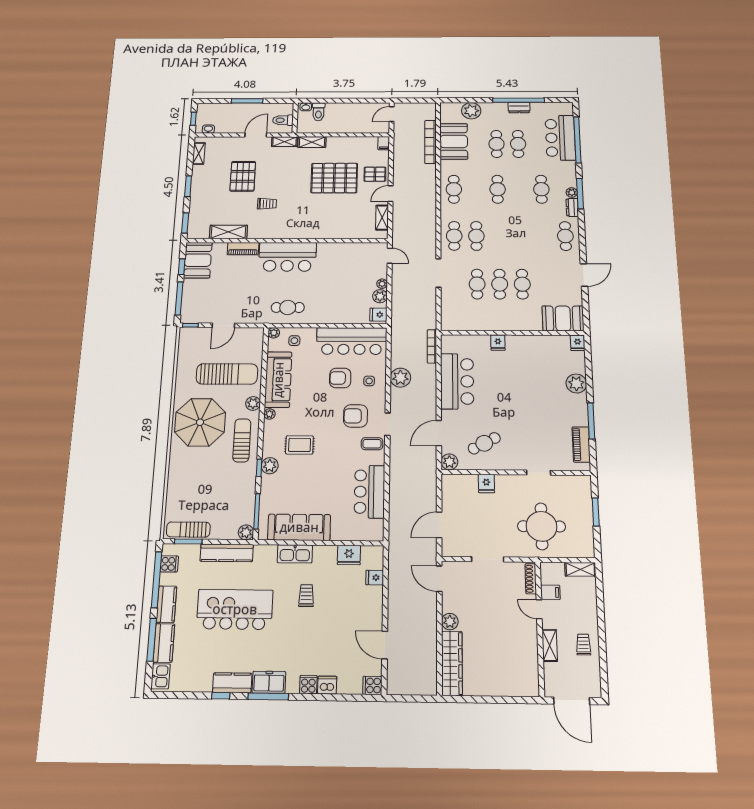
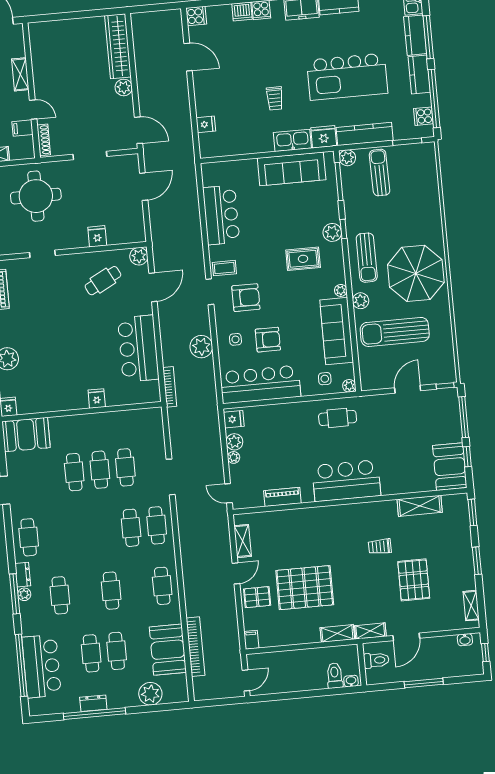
piano: (243, 249) -> (282, 497), moved
sun lounger: (188, 529) -> (380, 173), moved, turned -91
fridge: (349, 555) -> (324, 137), moved

